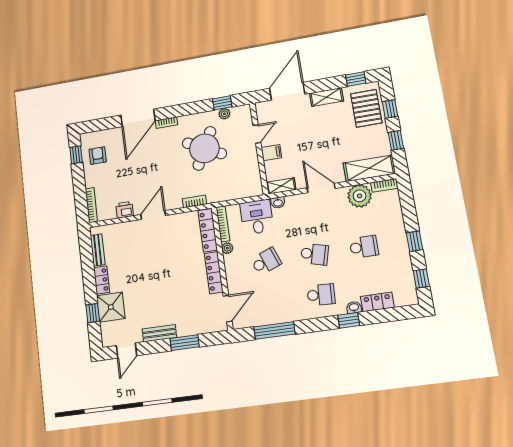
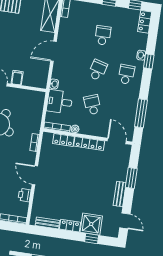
shelving: (281, 186) -> (43, 78), removed
plant: (360, 196) -> (67, 27), removed
locker: (208, 230) -> (63, 140), width x0.66
locker: (377, 302) -> (145, 22), moved

